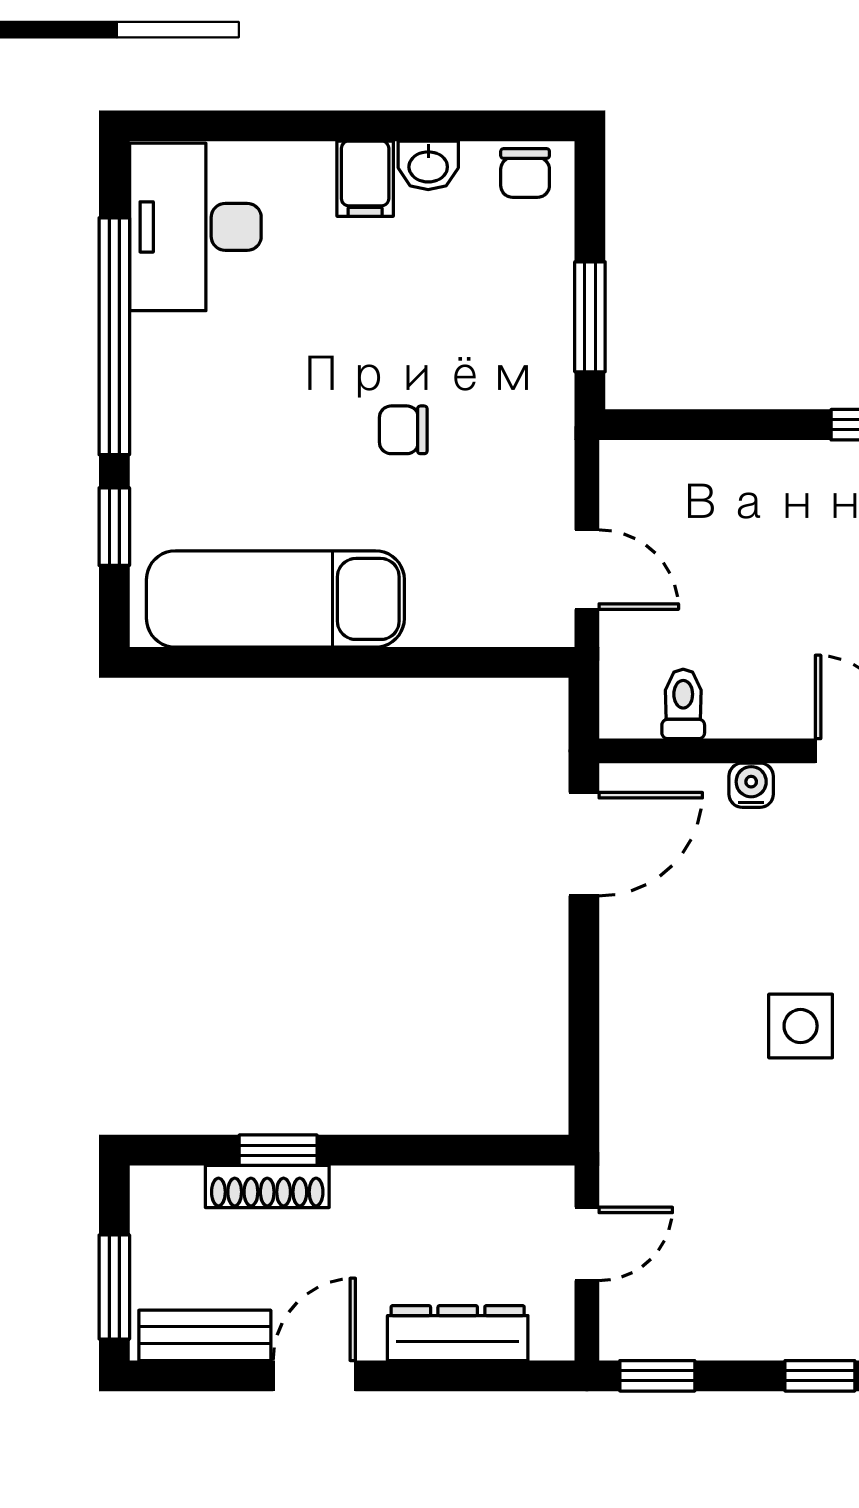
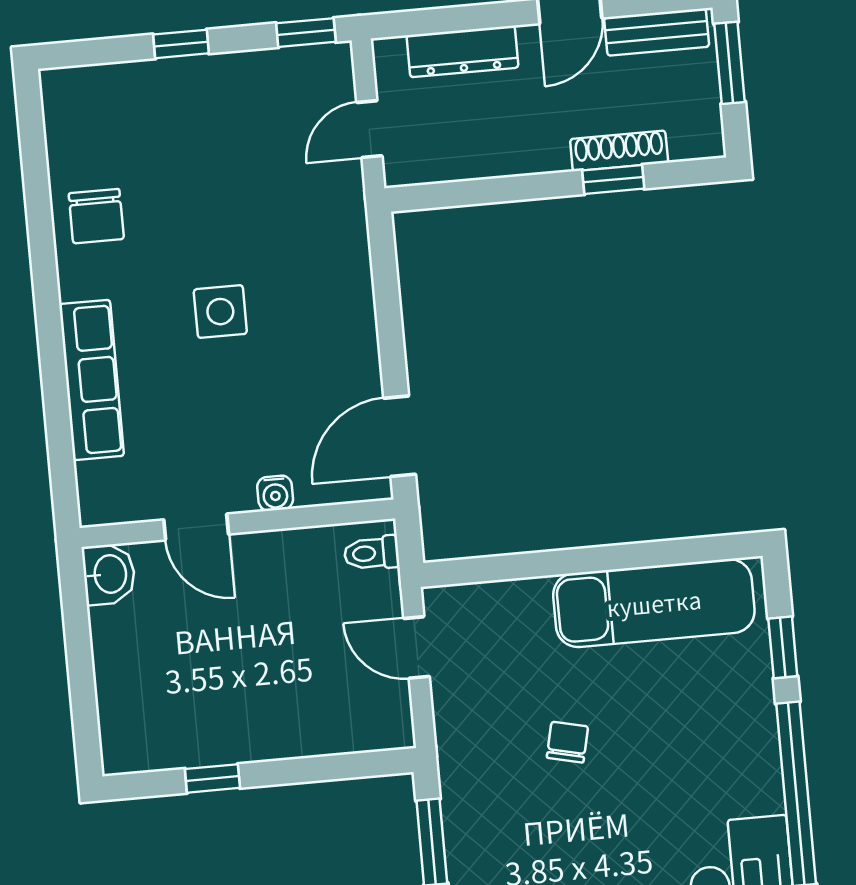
chair: (403, 430) -> (567, 742), turned -77
toilet: (683, 704) -> (372, 553), moved, turned 90

